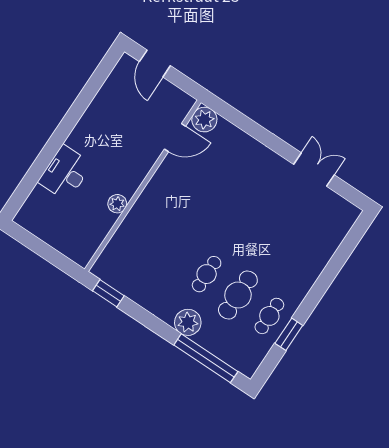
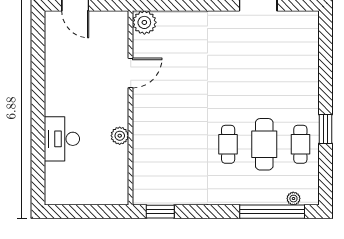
door: (175, 138) -> (131, 73), moved
plant: (188, 322) -> (293, 199), moved, width x0.53, depth x0.53
window: (289, 334) -> (326, 129), moved

